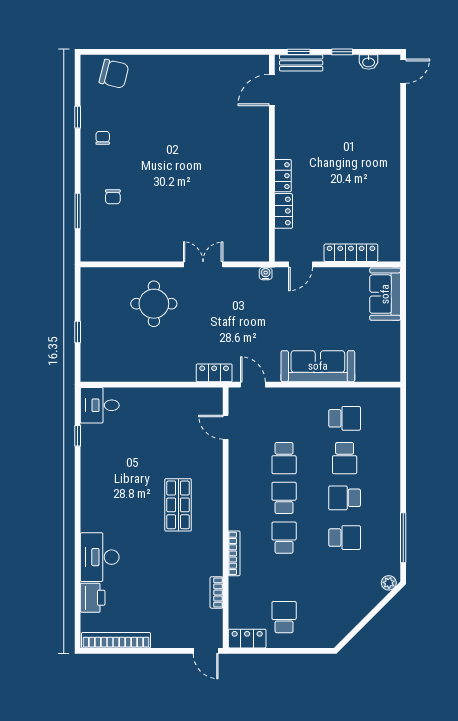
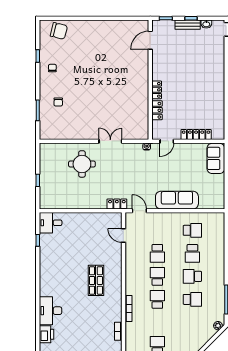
bench: (301, 63) -> (188, 25), moved

